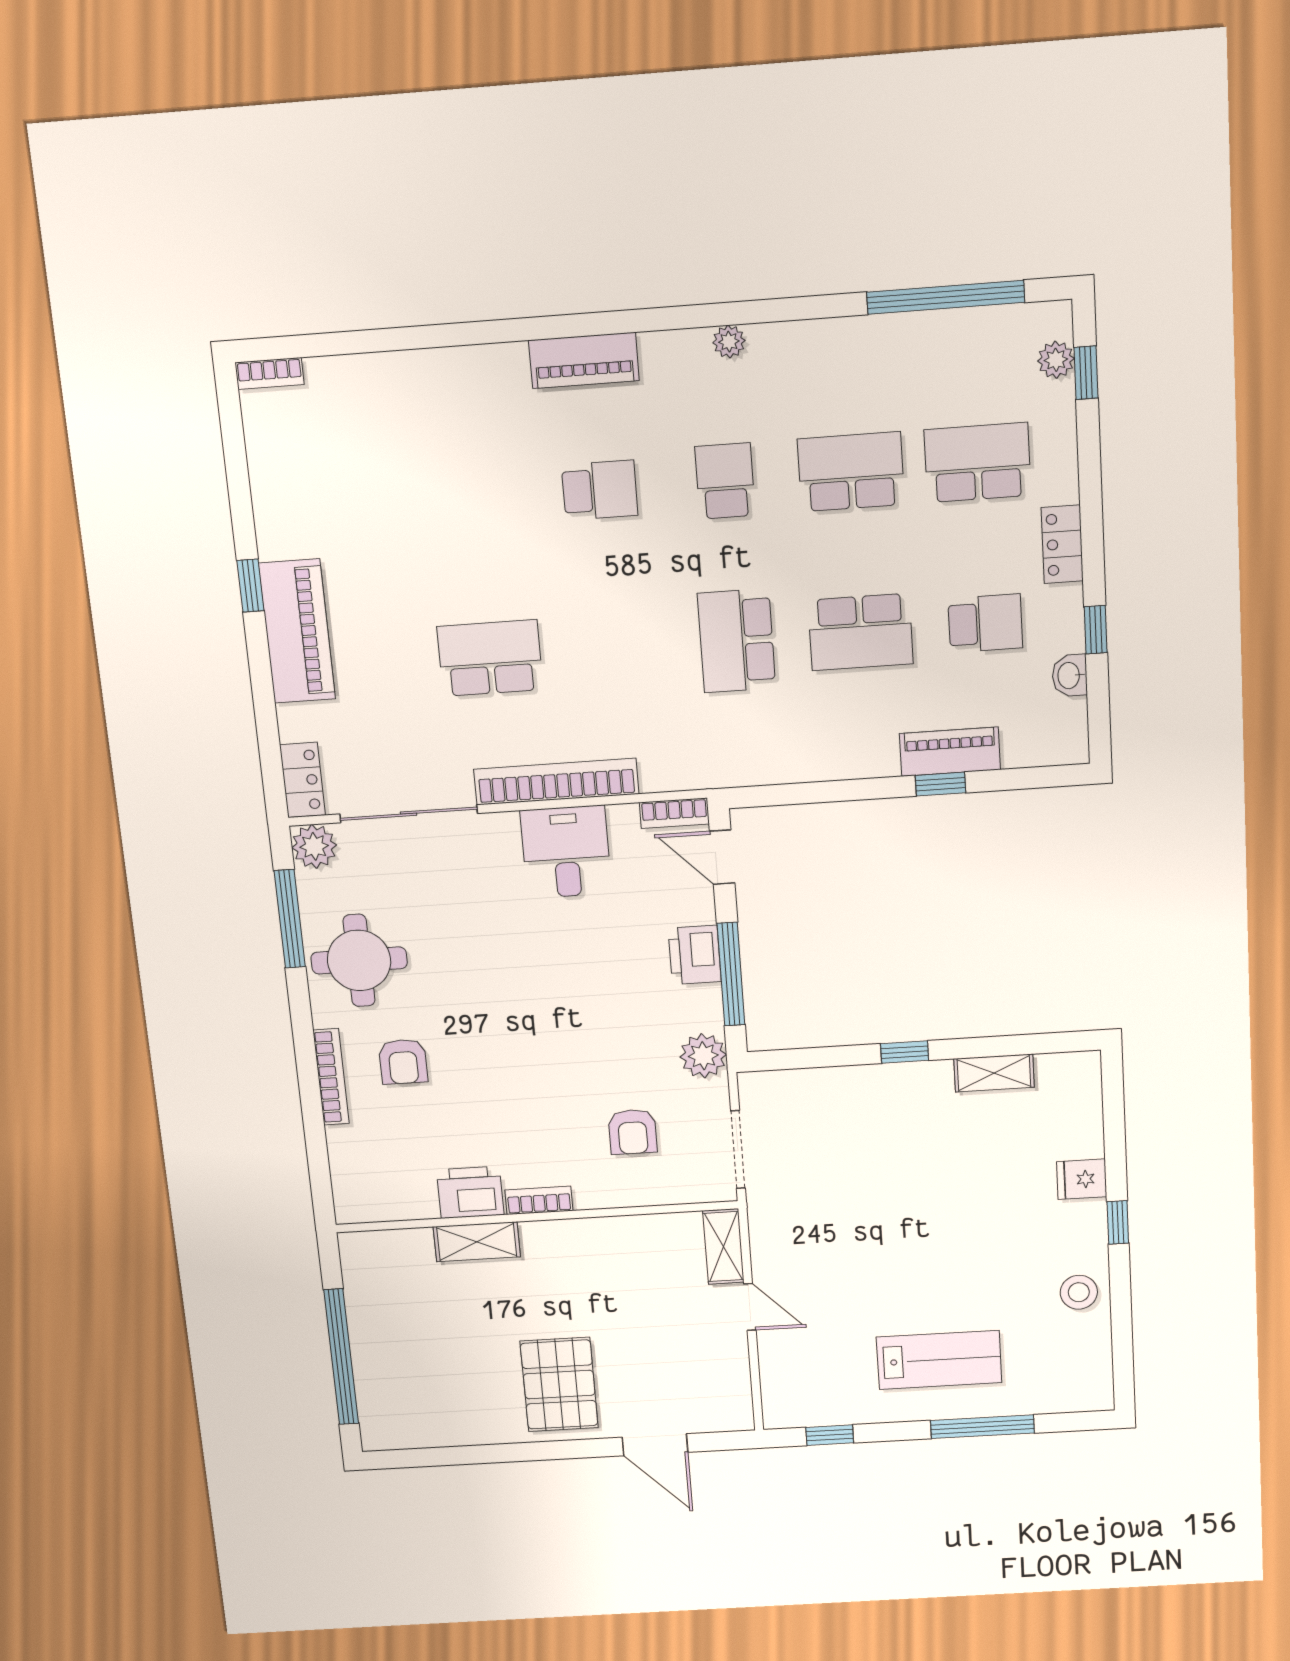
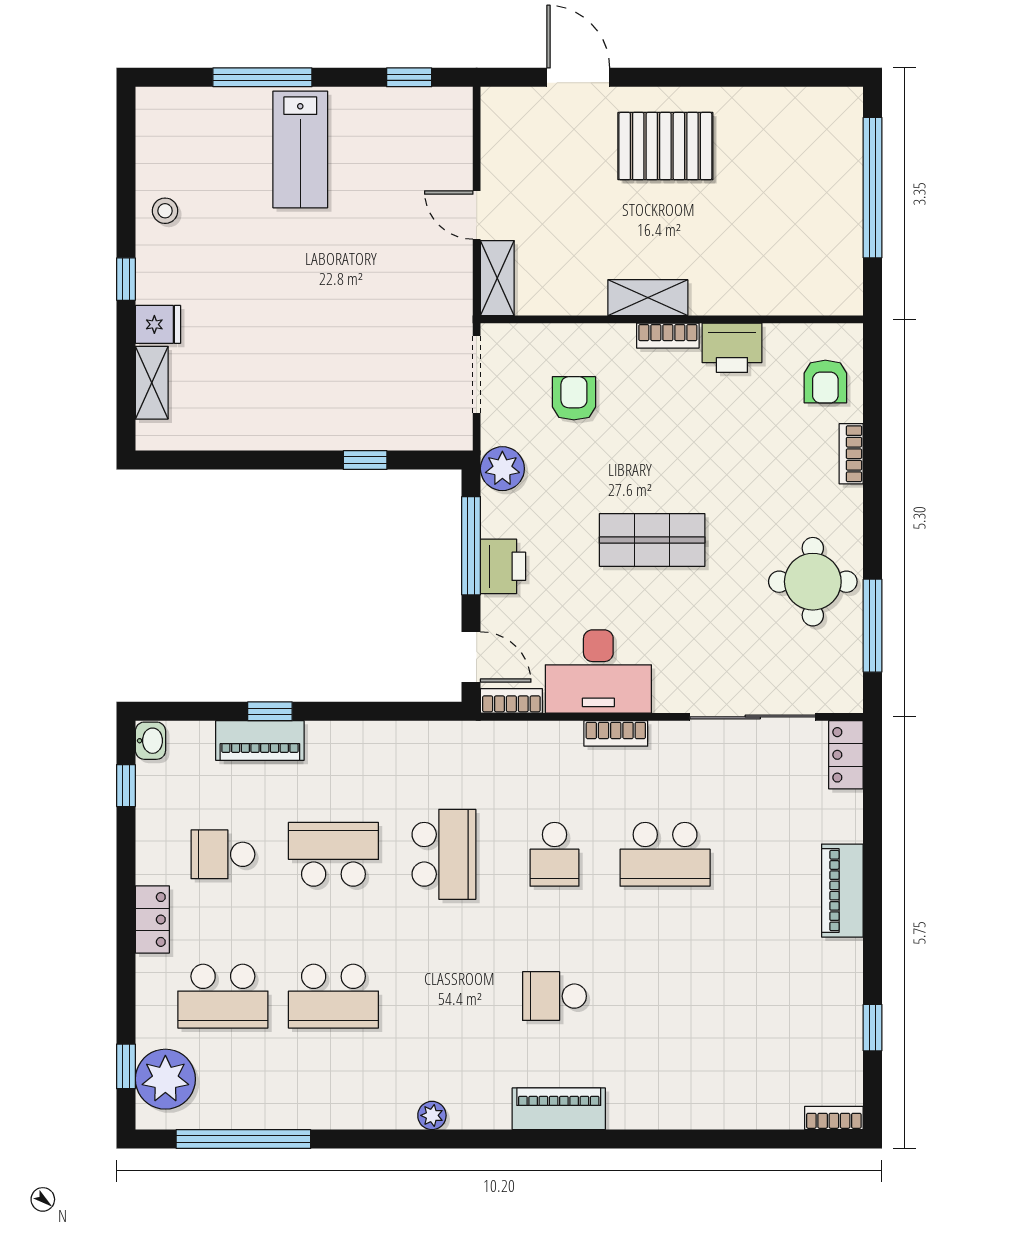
plant: (1056, 360) -> (165, 1079), width x1.88, depth x1.88
school desk: (725, 481) -> (555, 854), moved
window: (250, 586) -> (873, 1028), moved
window: (1096, 630) -> (126, 786), moved
piano: (297, 631) -> (842, 891), width x0.73, depth x0.75
washbasin: (1070, 675) -> (150, 741), moved
bookcase: (556, 782) -> (616, 733), width x0.43, depth x0.76
plant: (314, 846) -> (842, 692), removed
desk: (566, 852) -> (598, 672), width x1.37
shop shelf: (536, 993) -> (652, 540), added
window: (905, 1052) -> (365, 460), moved
armchair: (403, 1062) -> (825, 382), moved, turned 180
shelving: (994, 1073) -> (152, 383), moved, turned 90
bookcase: (331, 1077) -> (851, 454), width x0.64
shelving: (477, 1242) -> (648, 298), moved
stool: (1079, 1292) -> (165, 211), width x0.73, depth x0.73
lab bench: (939, 1360) -> (300, 149), turned -90
pallet: (559, 1385) -> (665, 146), turned 90

